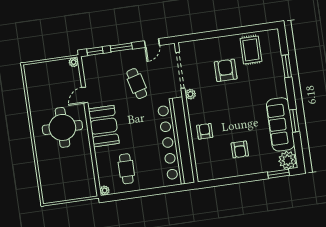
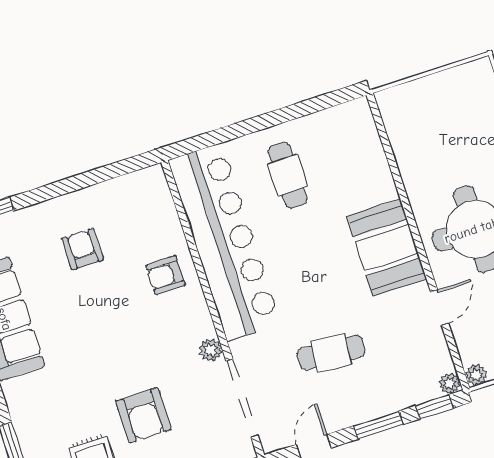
cafe table: (137, 84) -> (331, 353), turned -70
armchair: (205, 131) -> (166, 275), turned 90
cafe table: (126, 169) -> (288, 175), moved
plant: (105, 191) -> (450, 383), moved

